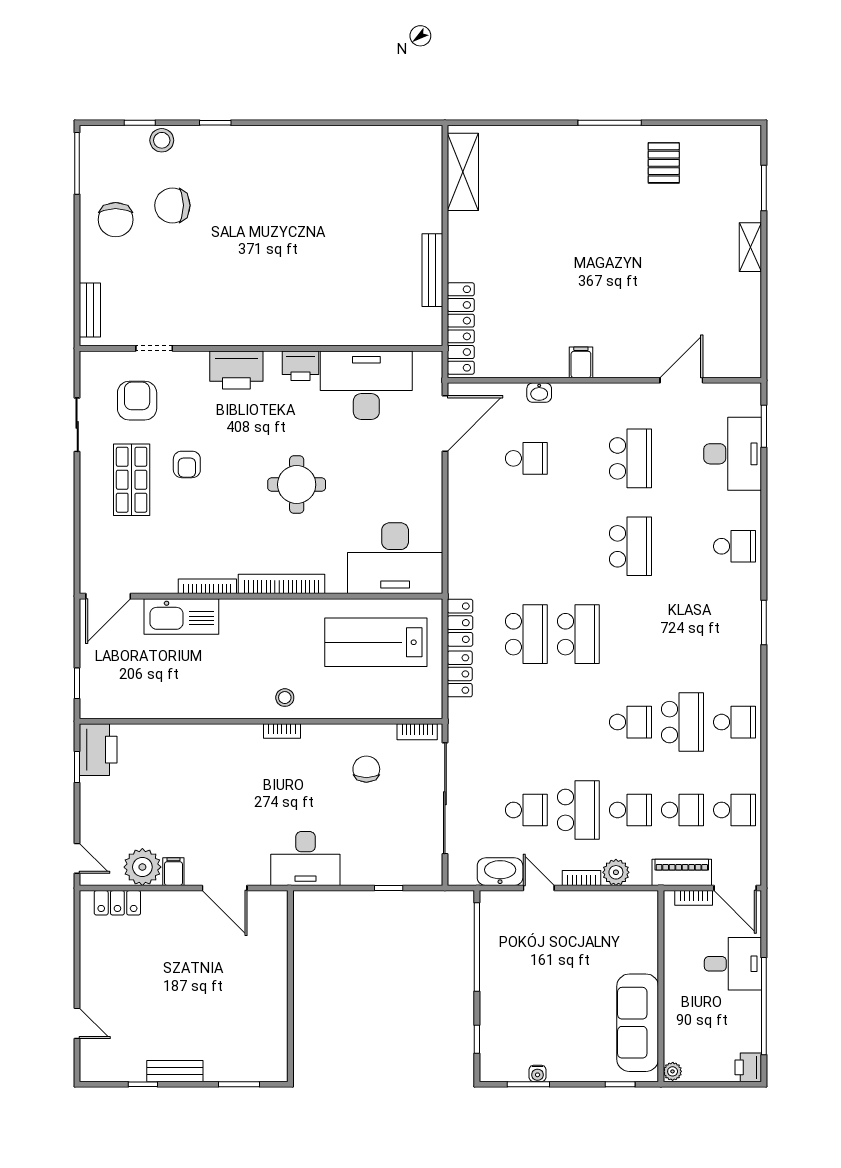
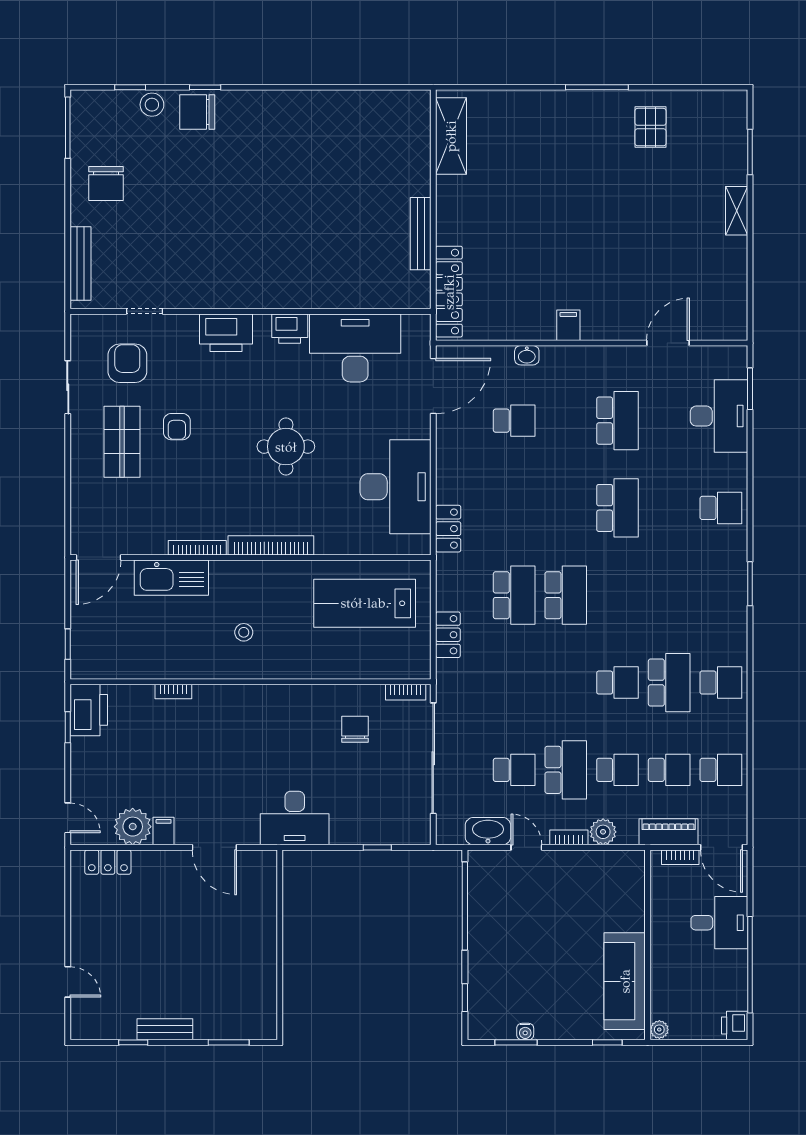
chair: (172, 205) -> (197, 112), moved
bench: (90, 310) -> (81, 263), width x1.36
desk: (395, 558) -> (396, 487), moved, turned -90
locker: (460, 623) -> (448, 529), moved
stool: (285, 698) -> (244, 632), moved
bookcase: (282, 731) -> (173, 691), moved

